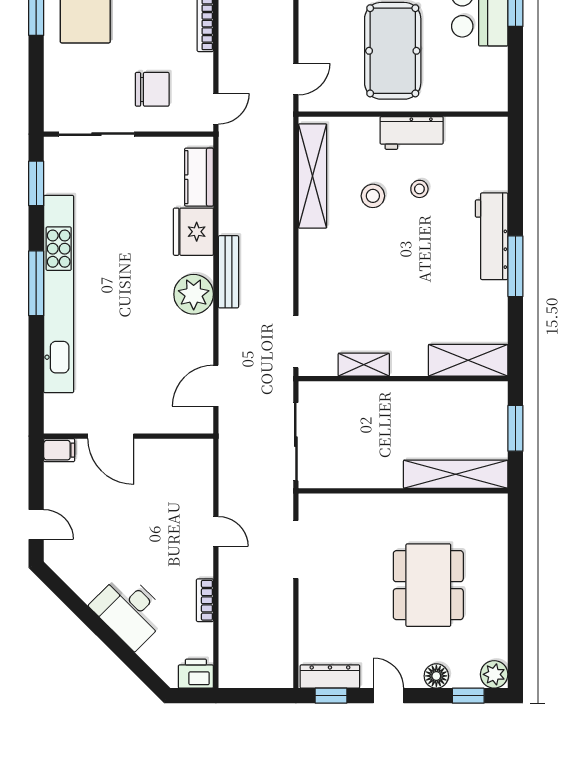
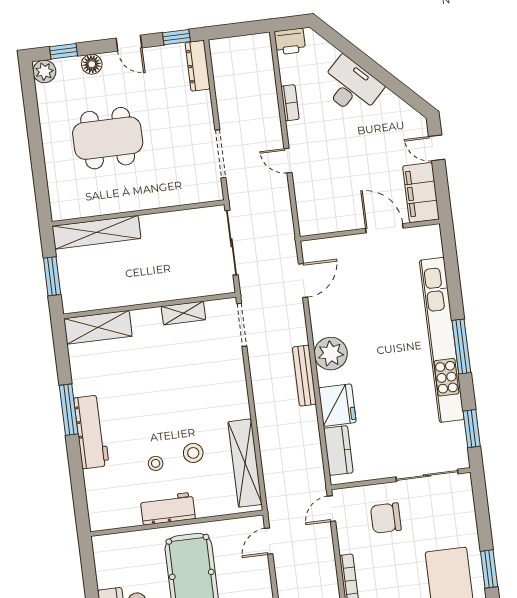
filing cabinet: (59, 450) -> (421, 193), width x3.00, depth x1.17
dining table: (428, 585) -> (108, 138), turned 90
dresser: (330, 676) -> (198, 66), moved, turned 90

